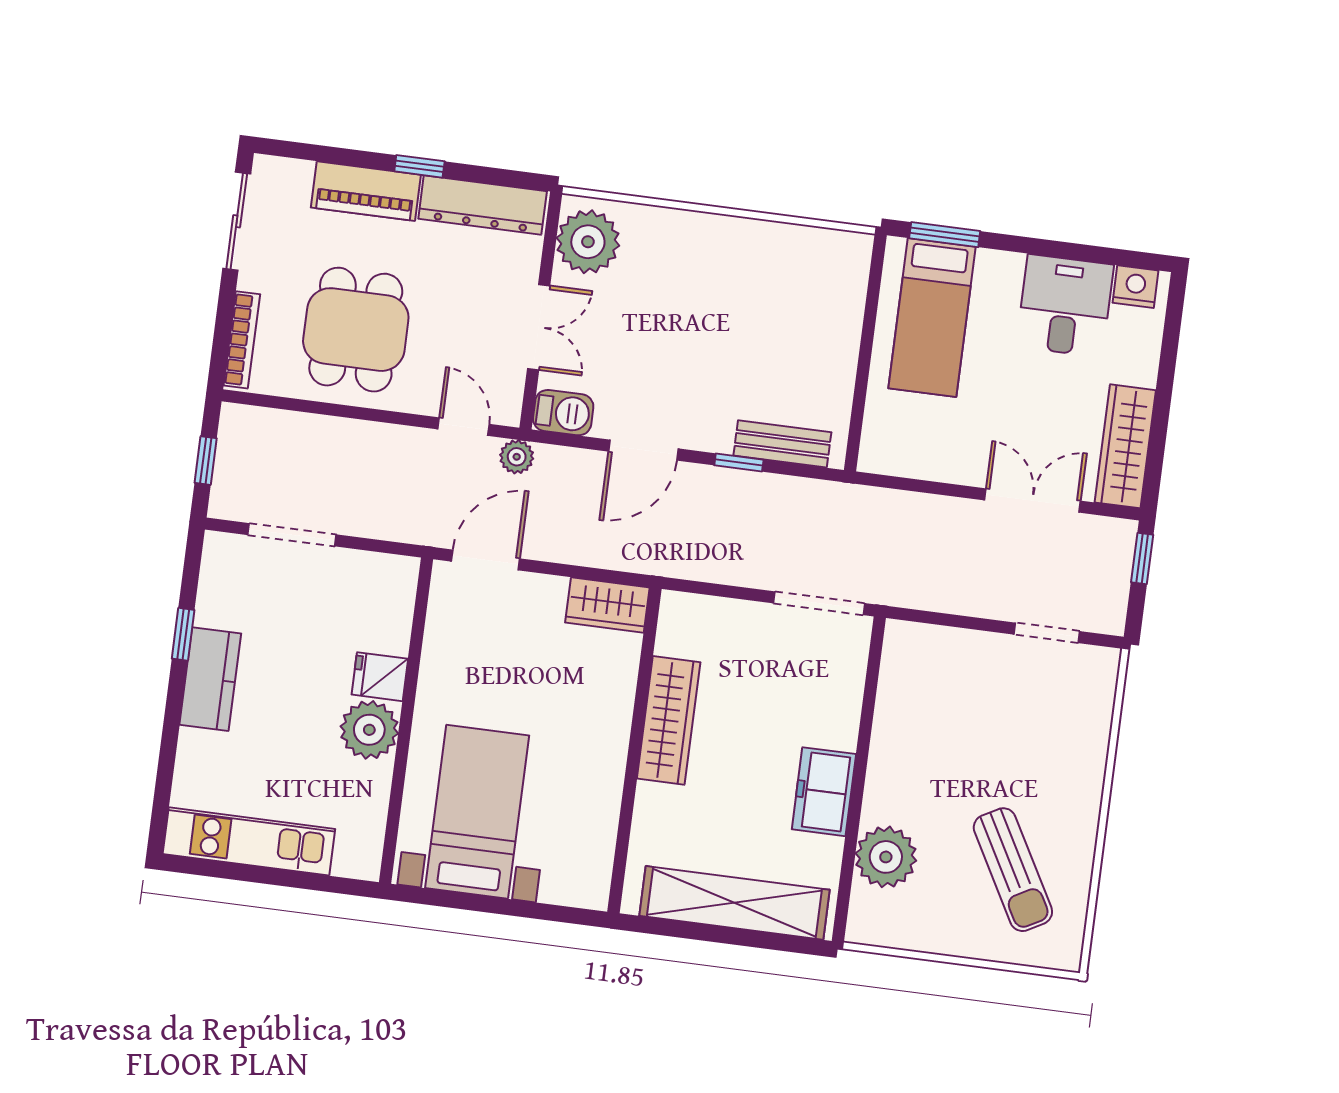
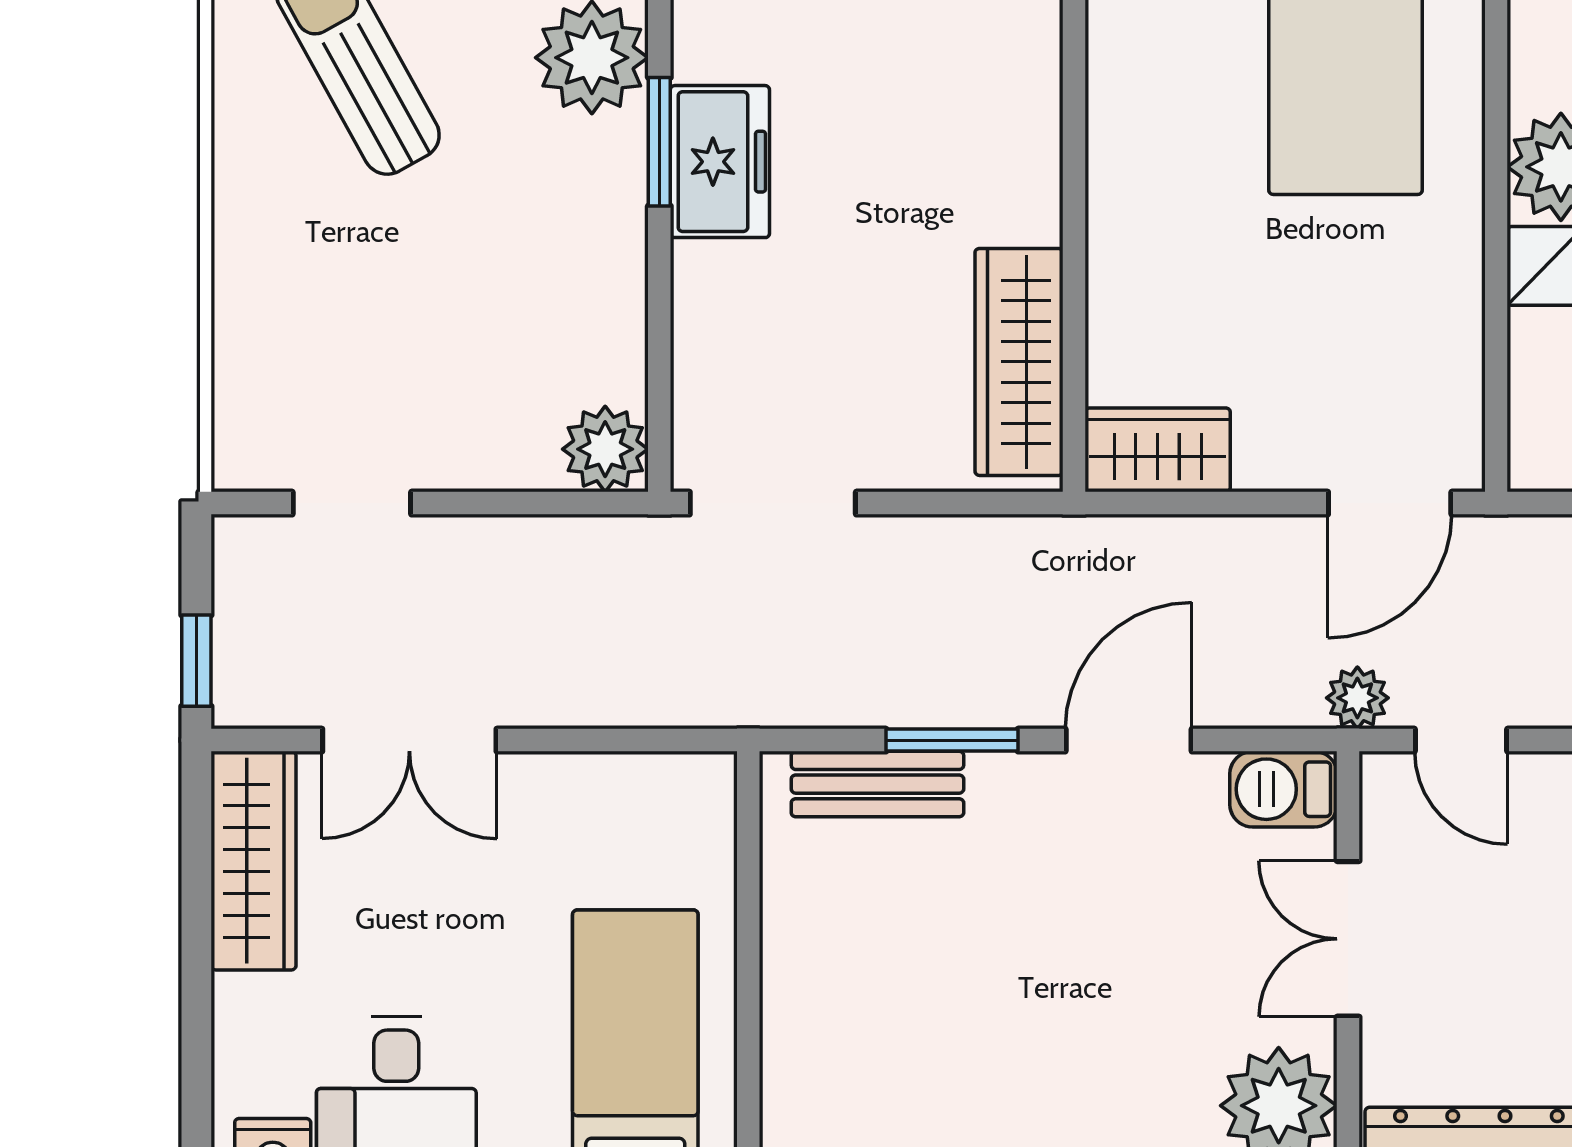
window: (739, 462) -> (952, 740), width x1.50
plant: (906, 644) -> (605, 449), added
wardrobe: (669, 720) -> (1019, 362), moved
window: (855, 807) -> (659, 142), added

